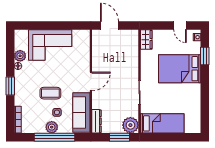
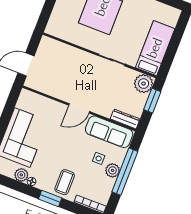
wardrobe: (146, 40) -> (57, 30), removed
door: (91, 81) -> (79, 108), swing flipped
coffee table: (50, 93) -> (65, 182), moved

